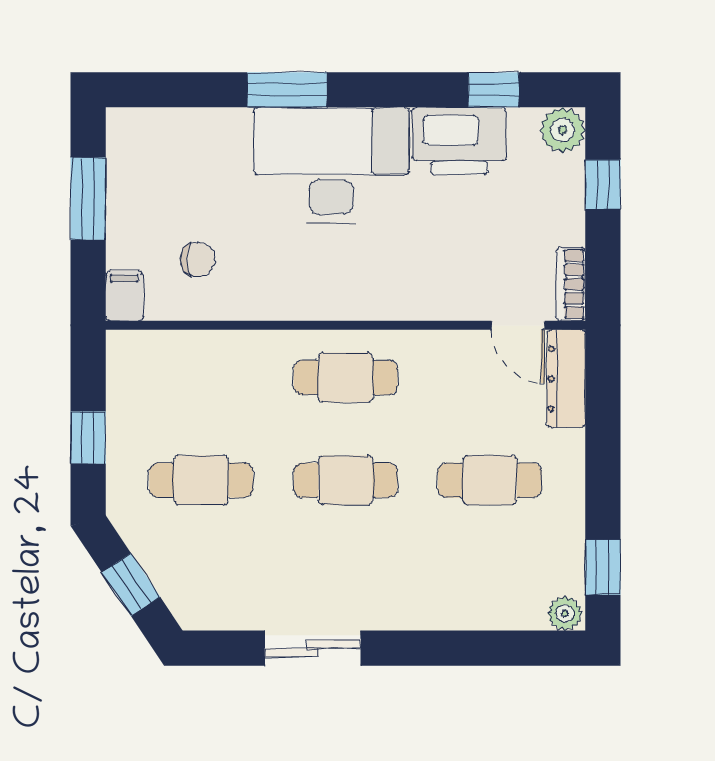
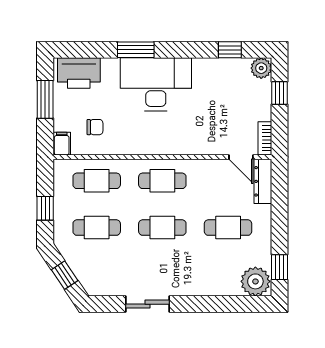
printer: (459, 141) -> (79, 73), moved
cafe table: (201, 377) -> (97, 181), added
plant: (565, 614) -> (255, 281), width x1.87, depth x1.87

